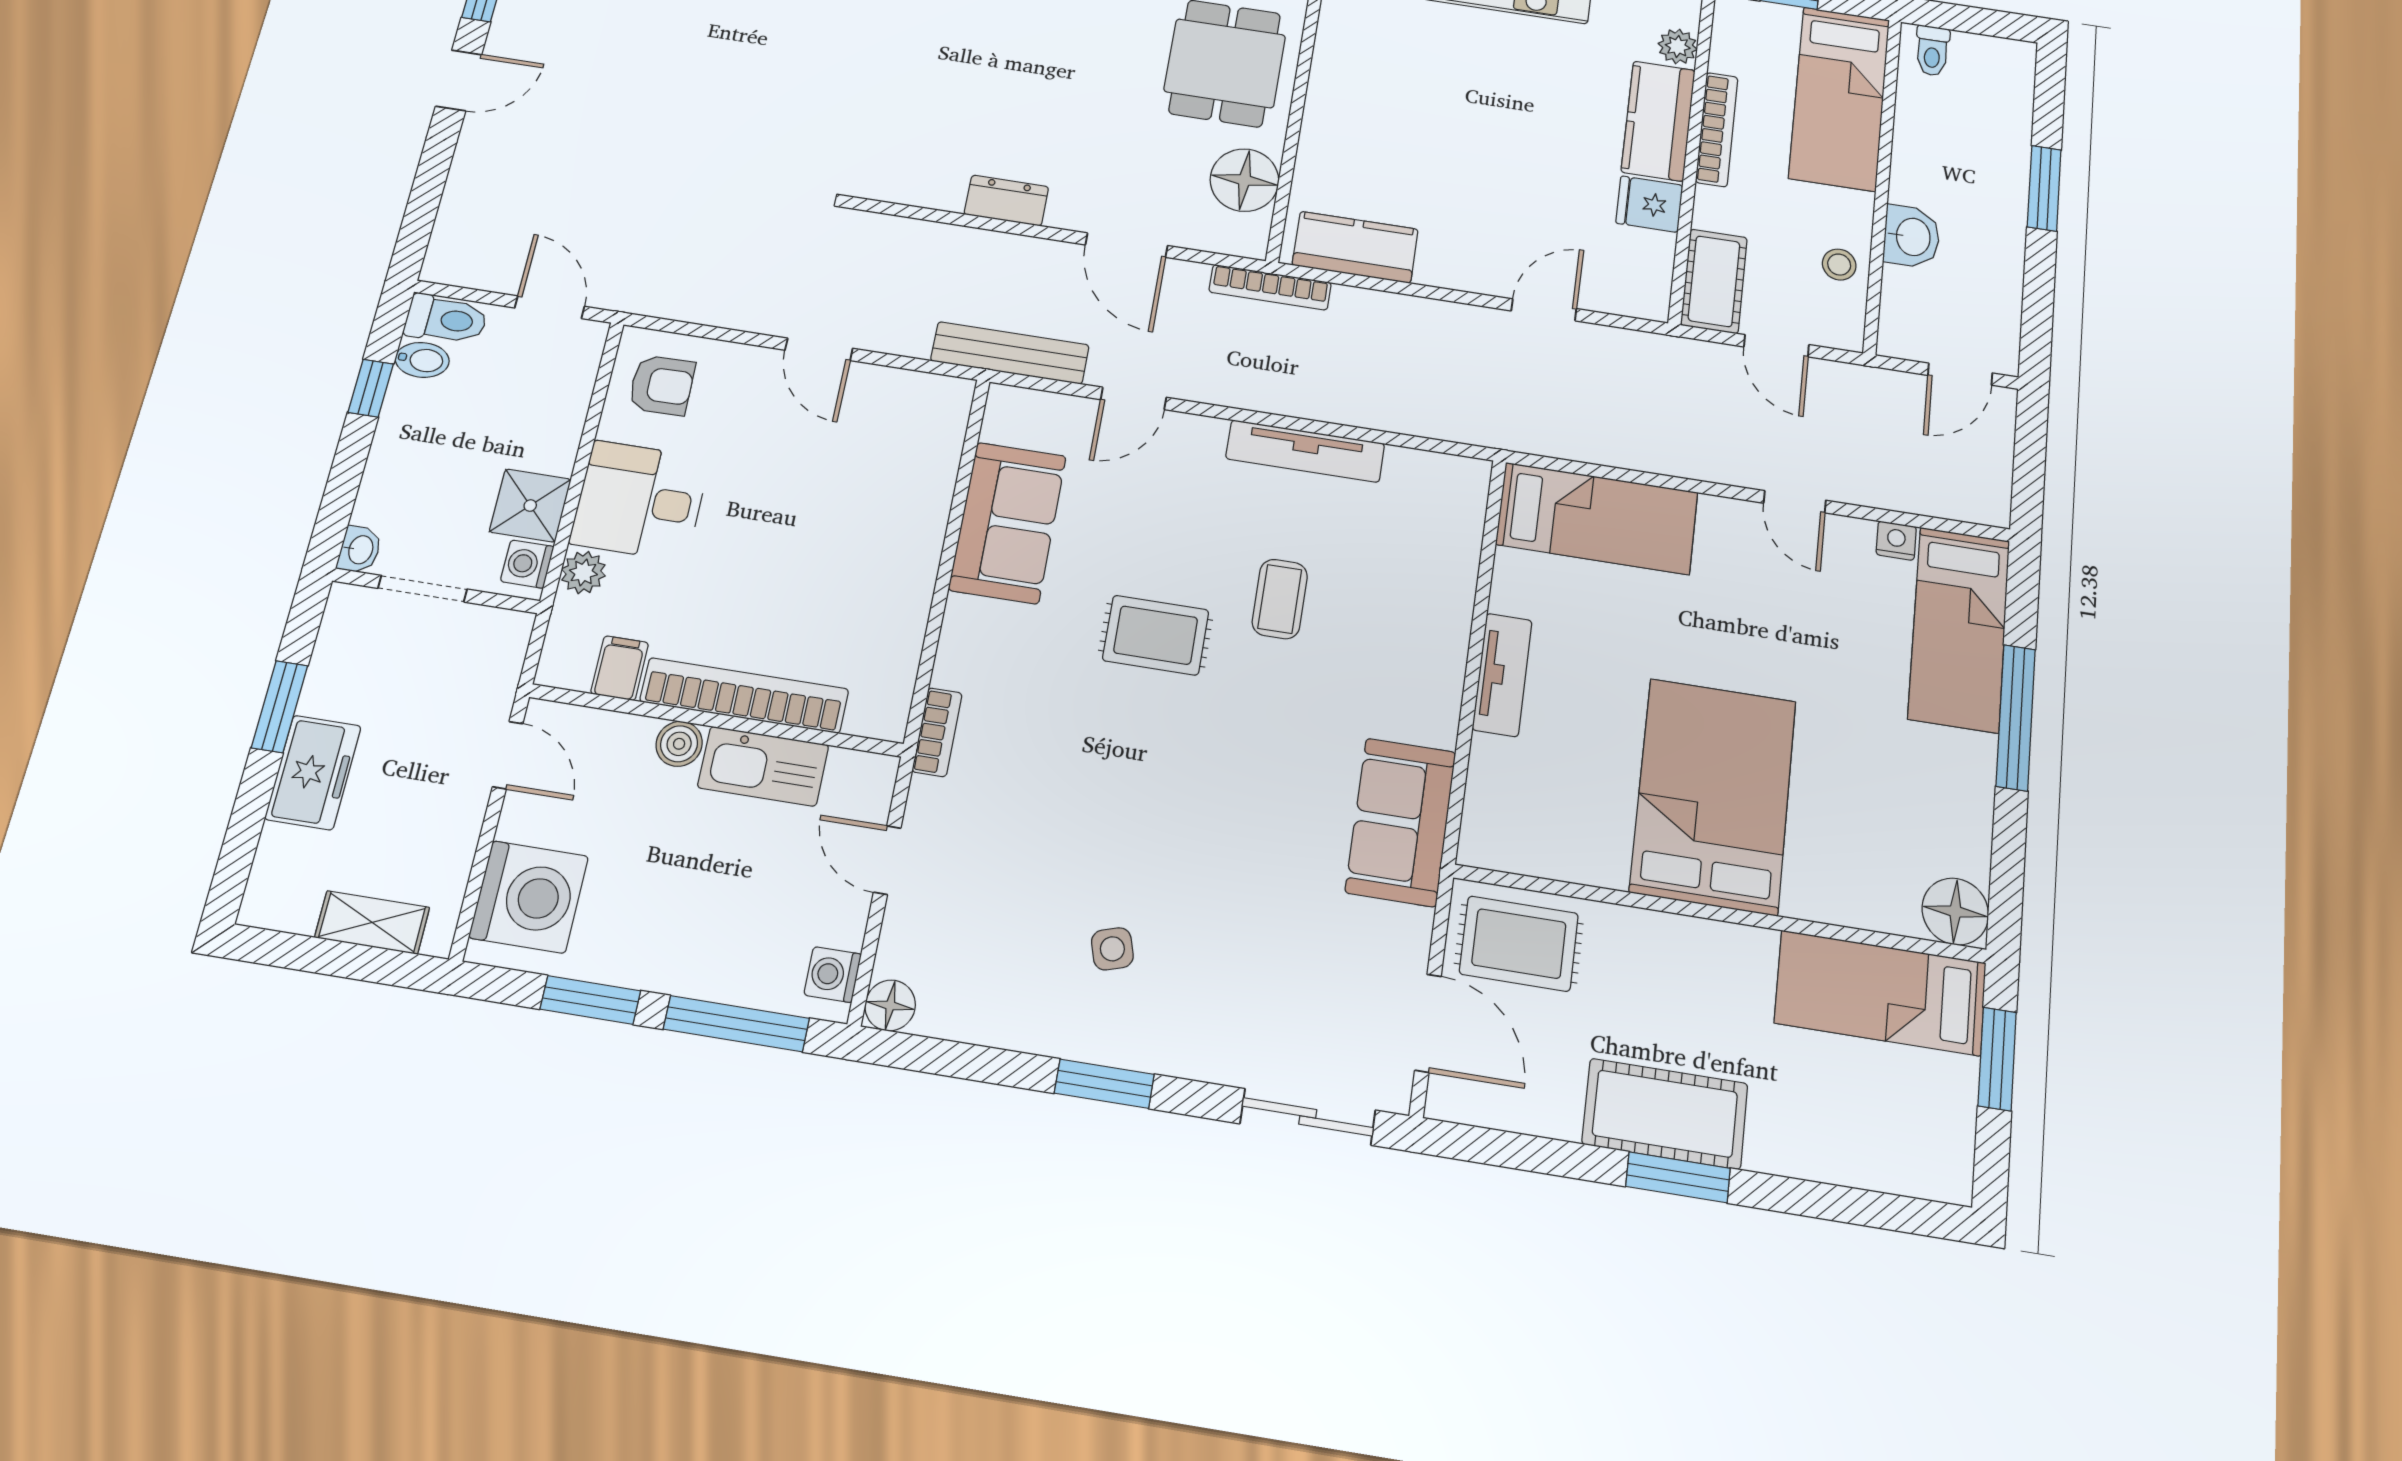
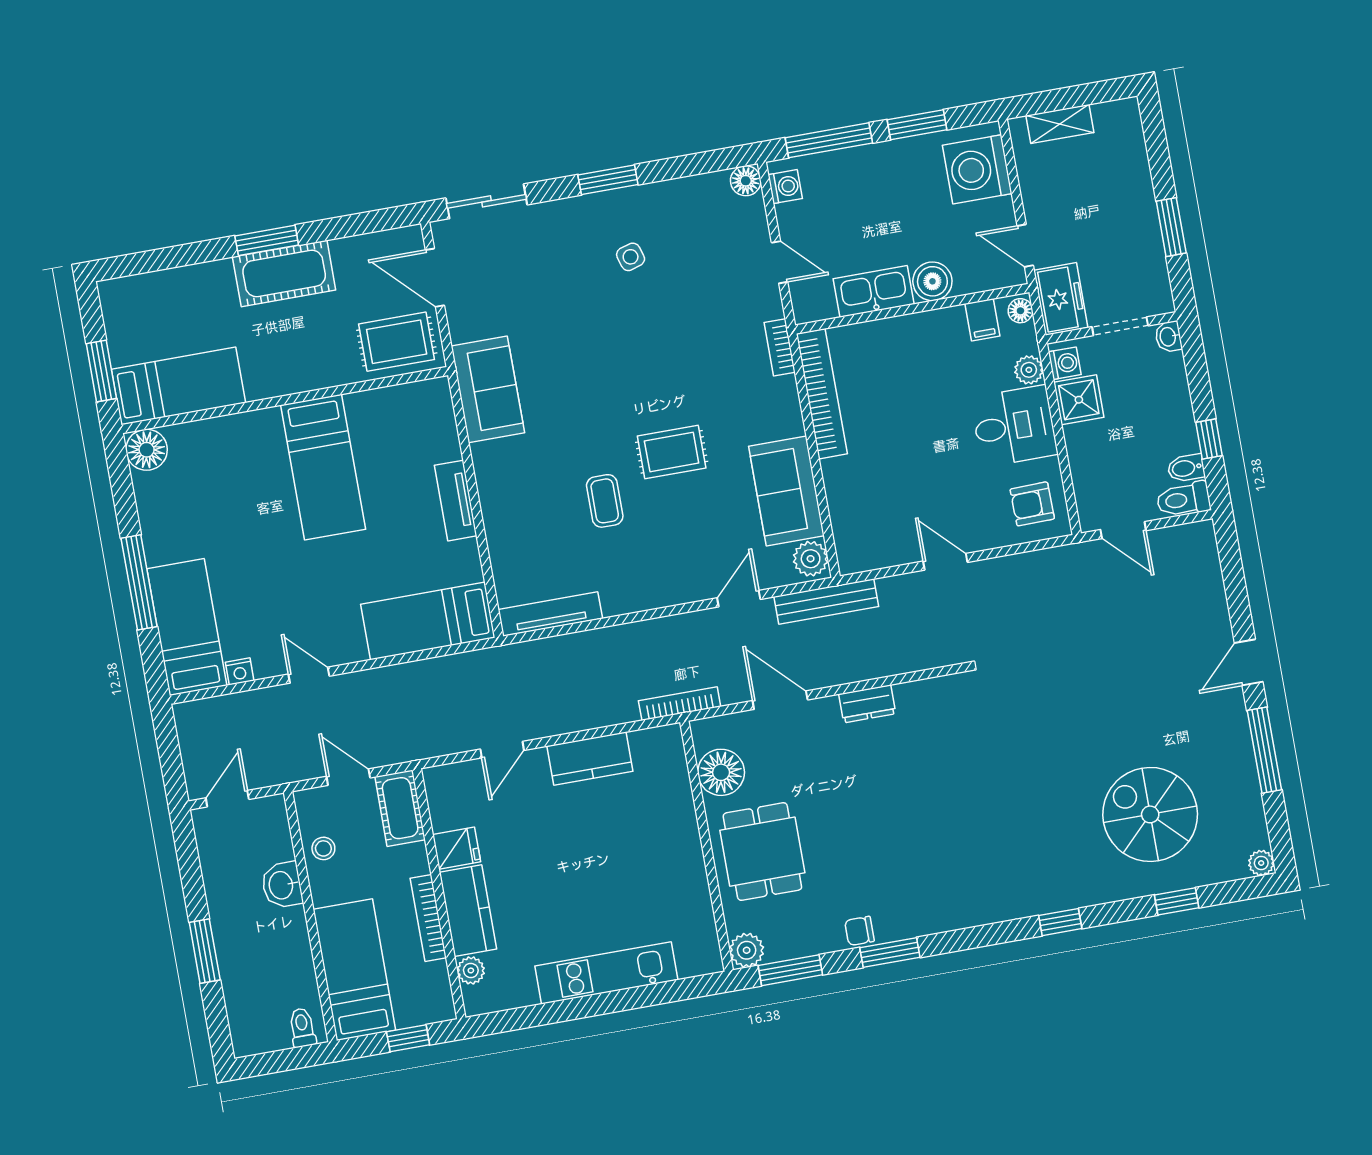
kitchen counter: (1355, 247) -> (590, 759), moved
plant: (1009, 418) -> (811, 559), added
tv unit: (1305, 451) -> (550, 614), moved
floor lamp: (558, 662) -> (1020, 311), added
bookcase: (744, 695) -> (822, 394), moved, turned -90
boiler: (679, 744) -> (932, 281), width x1.36, depth x1.36
freezer: (313, 772) -> (1061, 299), moved, turned 180
bed: (1713, 796) -> (323, 467), width x0.67

